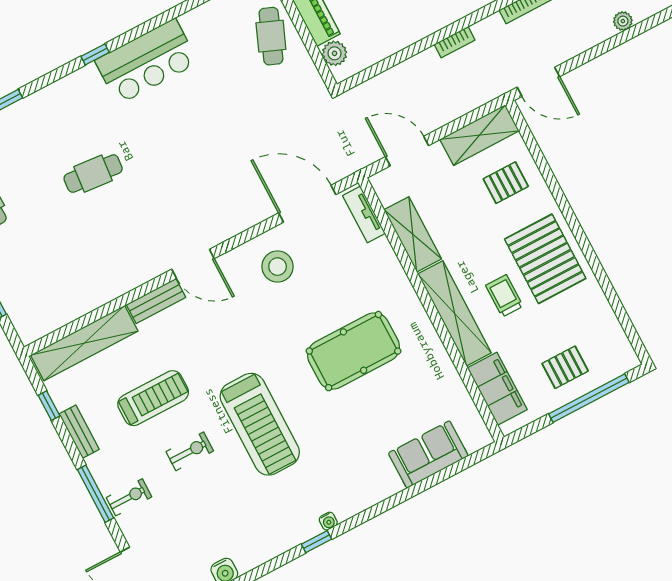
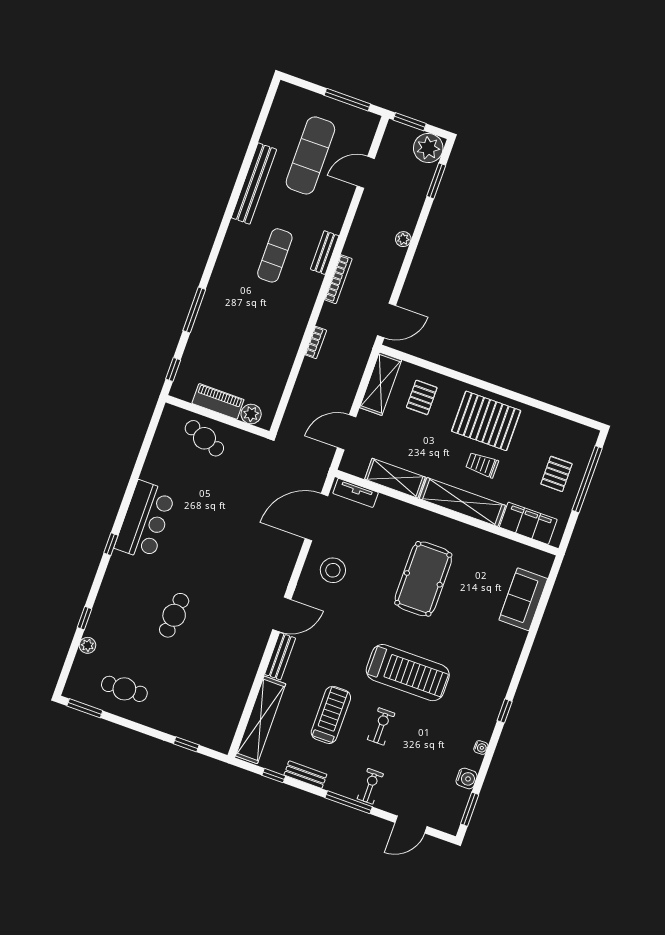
water cooler: (328, 521) -> (481, 748), moved

